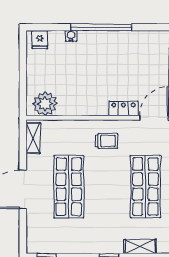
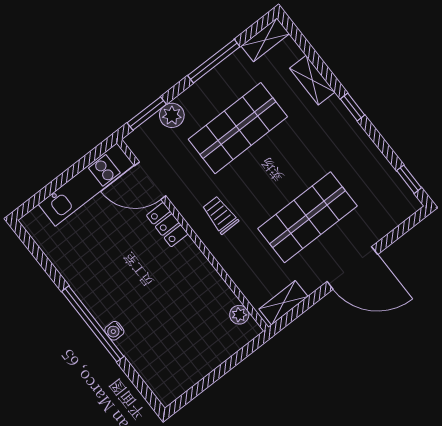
water cooler: (71, 36) -> (114, 331), moved
fridge: (40, 40) -> (163, 384), removed
plant: (45, 104) -> (239, 315), width x0.53, depth x0.53

